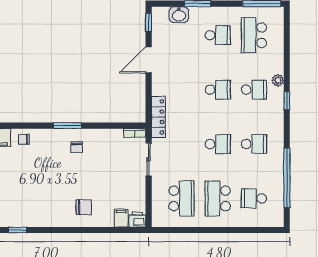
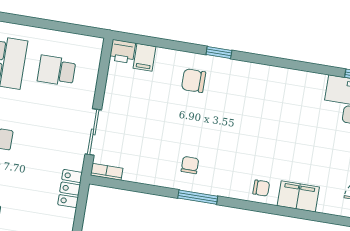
locker: (158, 117) -> (70, 189), width x0.66
school desk: (182, 198) -> (57, 71), width x0.54
window: (17, 230) -> (219, 52), moved

